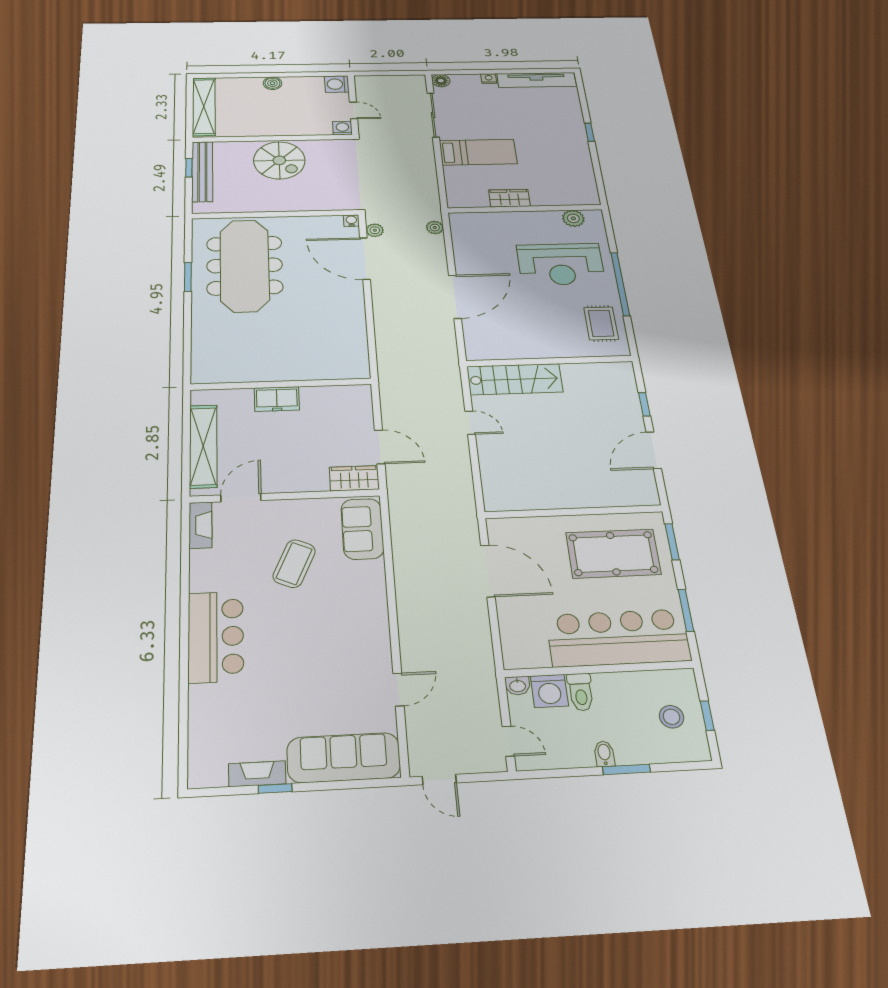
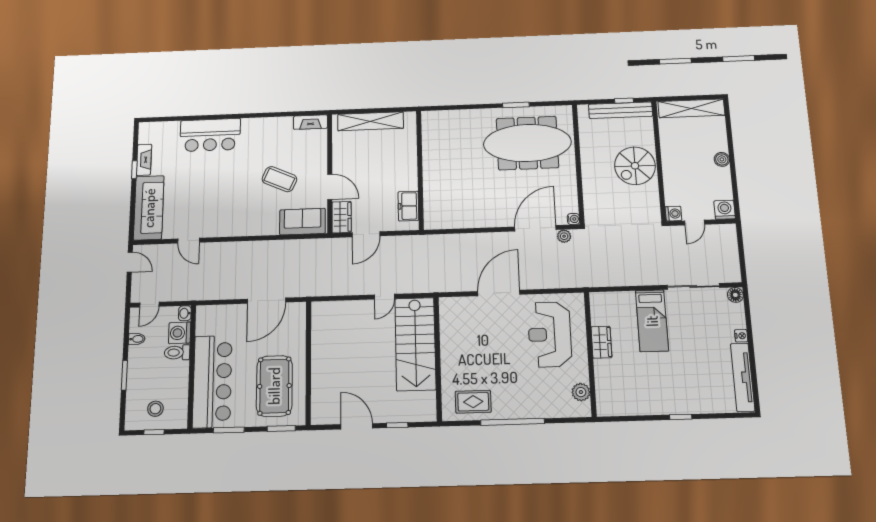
plant: (435, 227) -> (568, 281), removed
reception desk: (561, 264) -> (550, 334), moved
door: (455, 297) -> (499, 293), swing flipped
stairs: (515, 379) -> (415, 344), width x1.36, depth x1.51
freezer: (277, 399) -> (408, 206), moved
door: (241, 498) -> (330, 187), moved
bar counter: (216, 637) -> (210, 135), moved
bidet: (604, 754) -> (137, 339), moved
door: (439, 780) -> (130, 262), swing flipped

